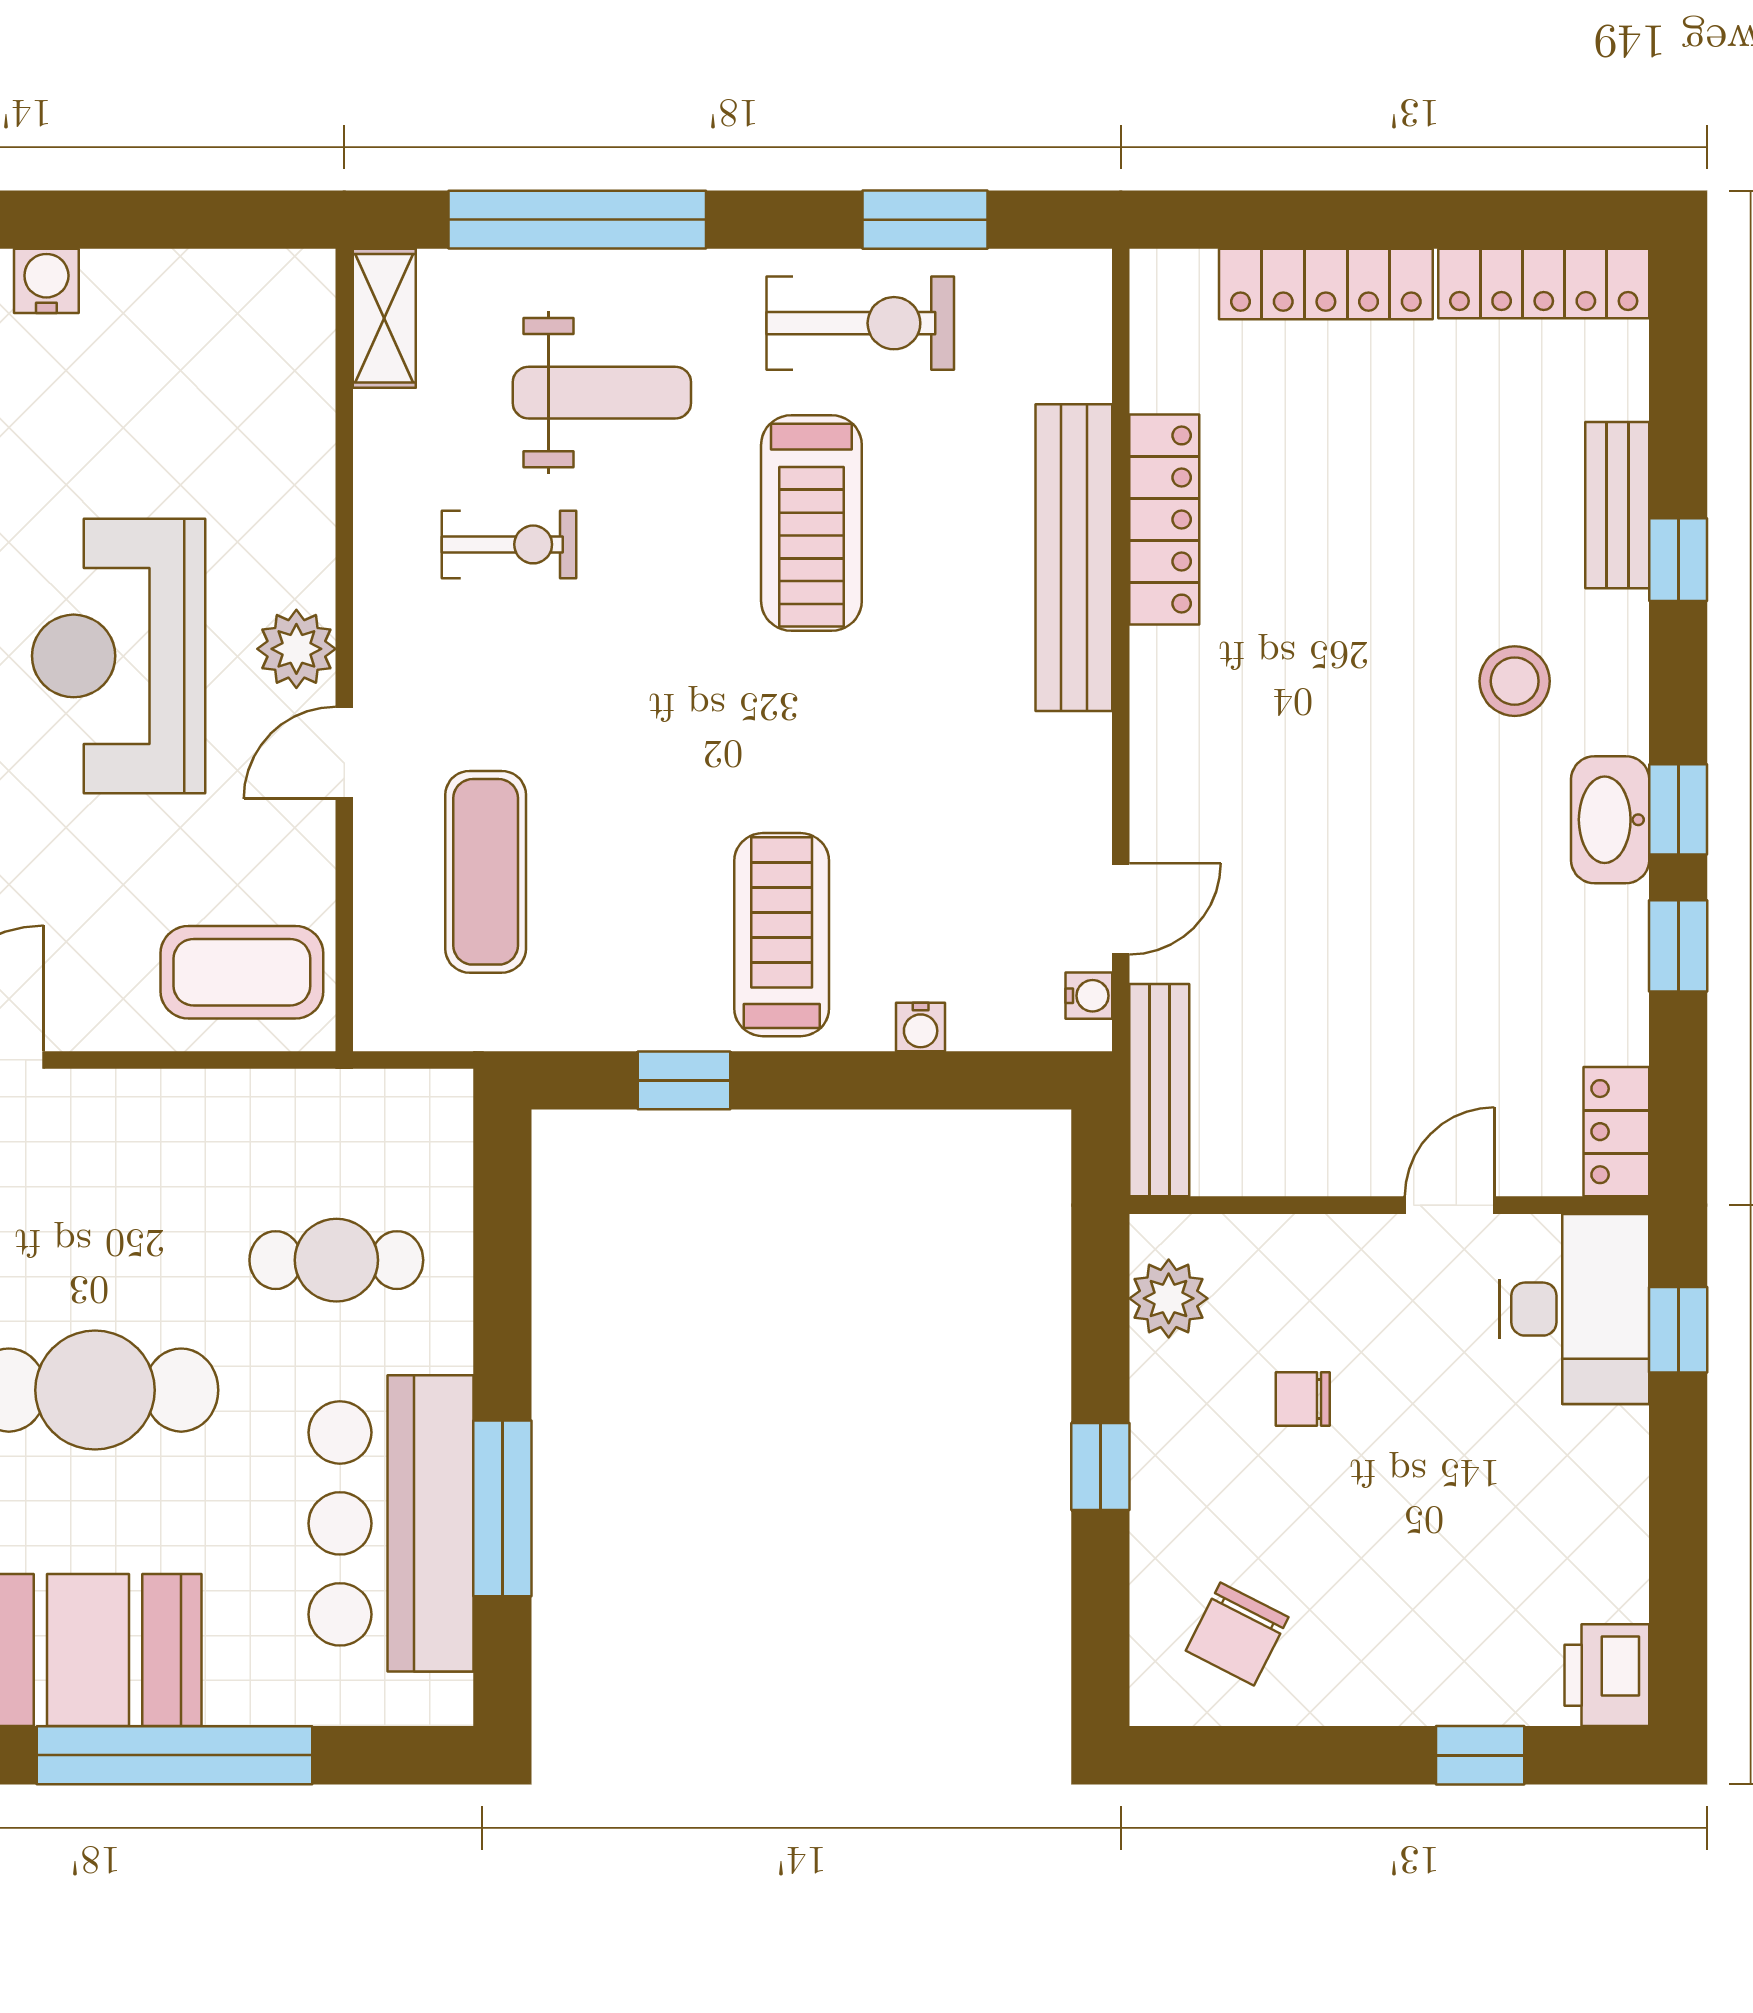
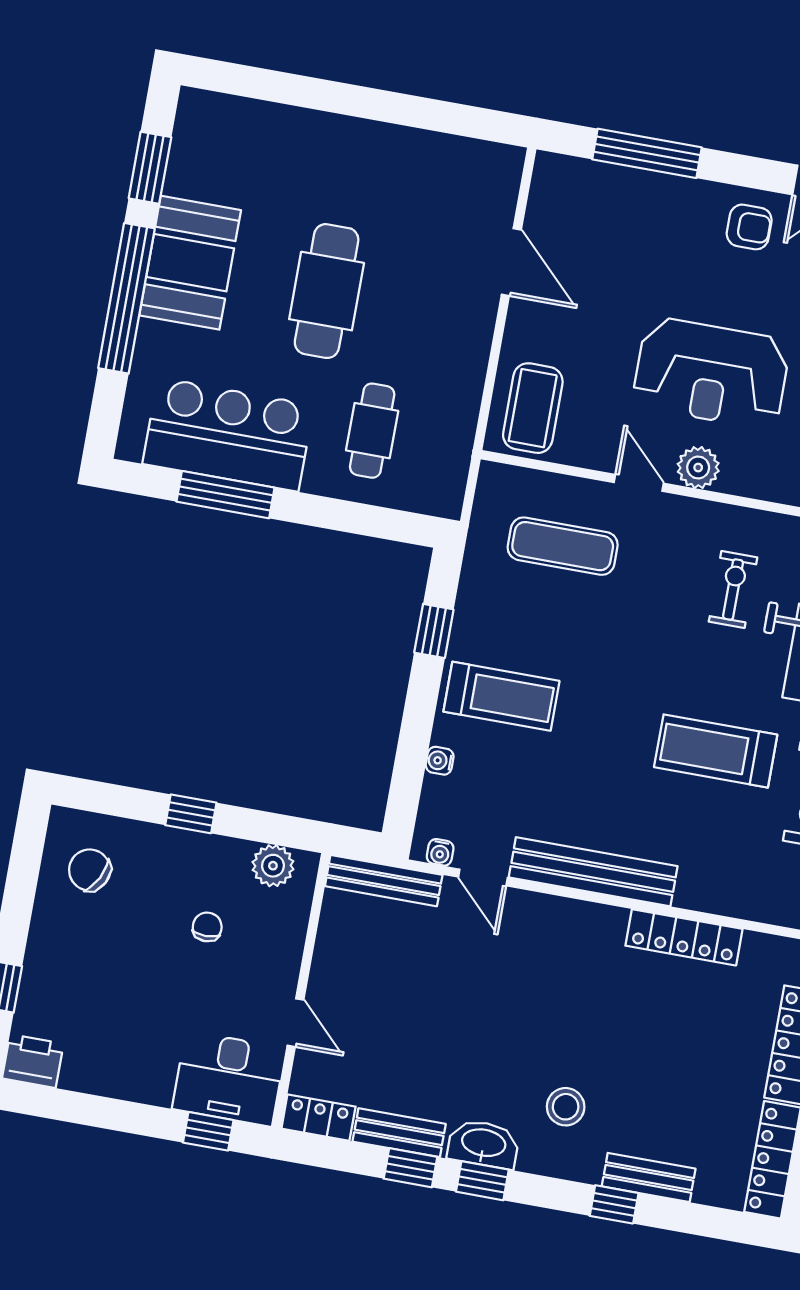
exercise bike: (509, 544) -> (733, 589), turned 180
bench: (1074, 558) -> (593, 872), moved
reception desk: (119, 656) -> (711, 373), turned 180
bench: (1617, 978) -> (399, 1133), added

